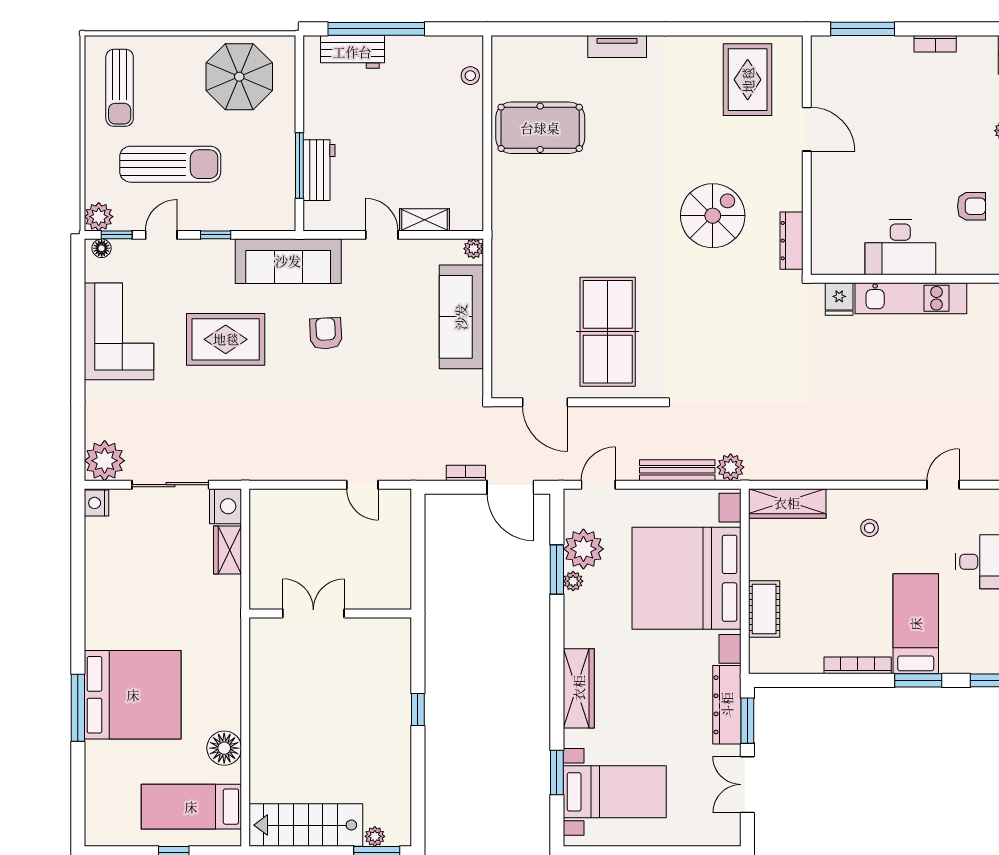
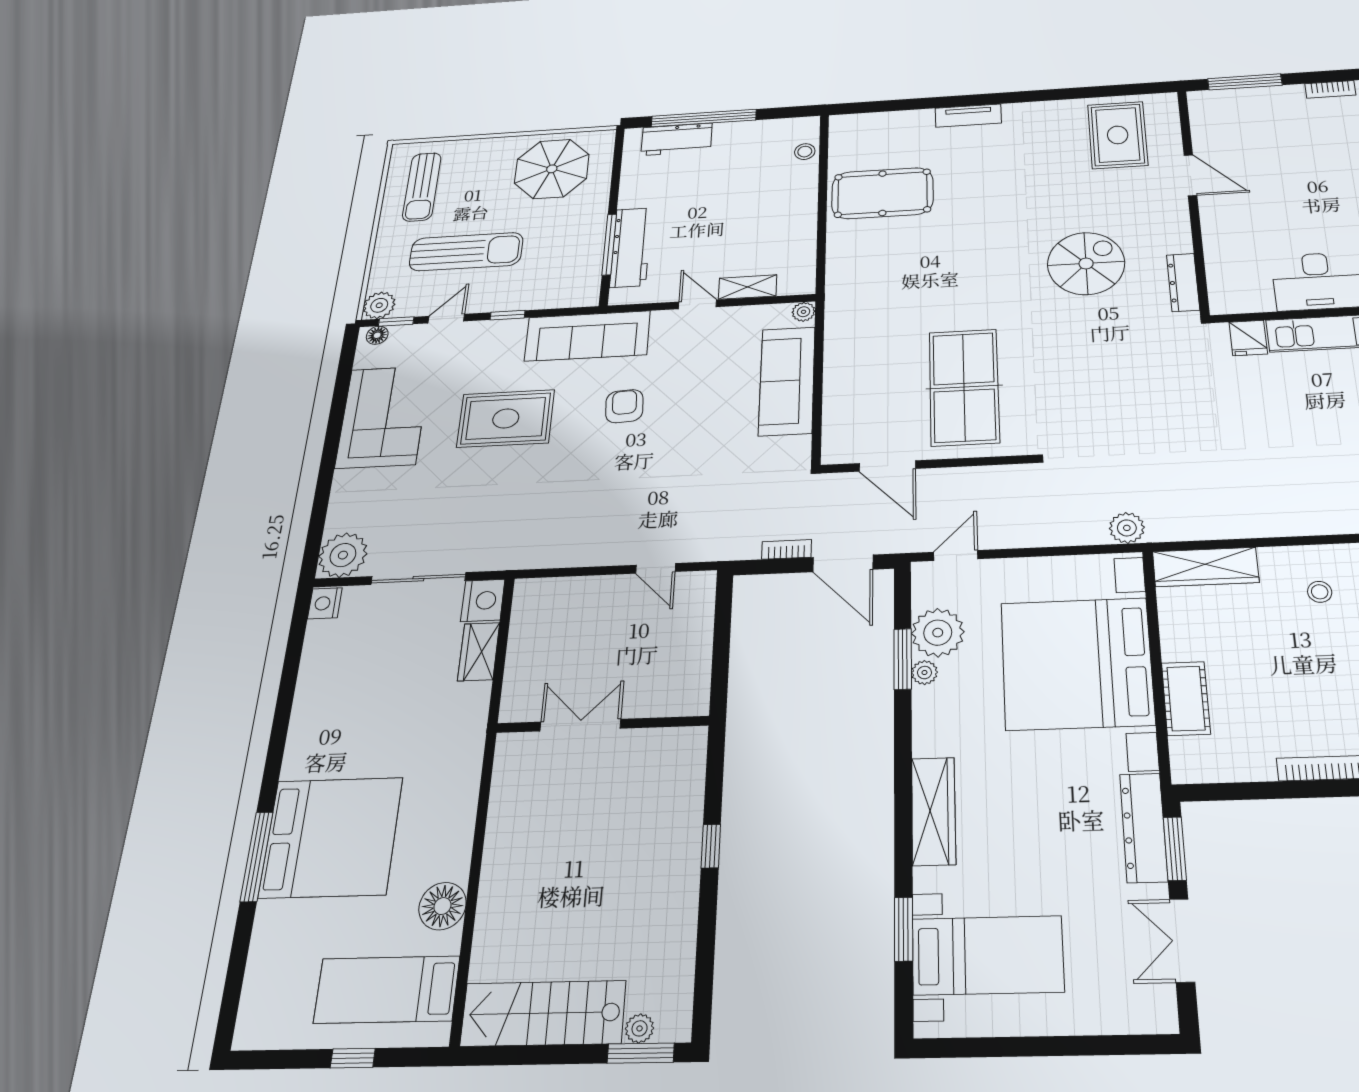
workbench: (319, 170) -> (631, 247), width x1.38
bench: (677, 470) -> (1058, 534), removed

